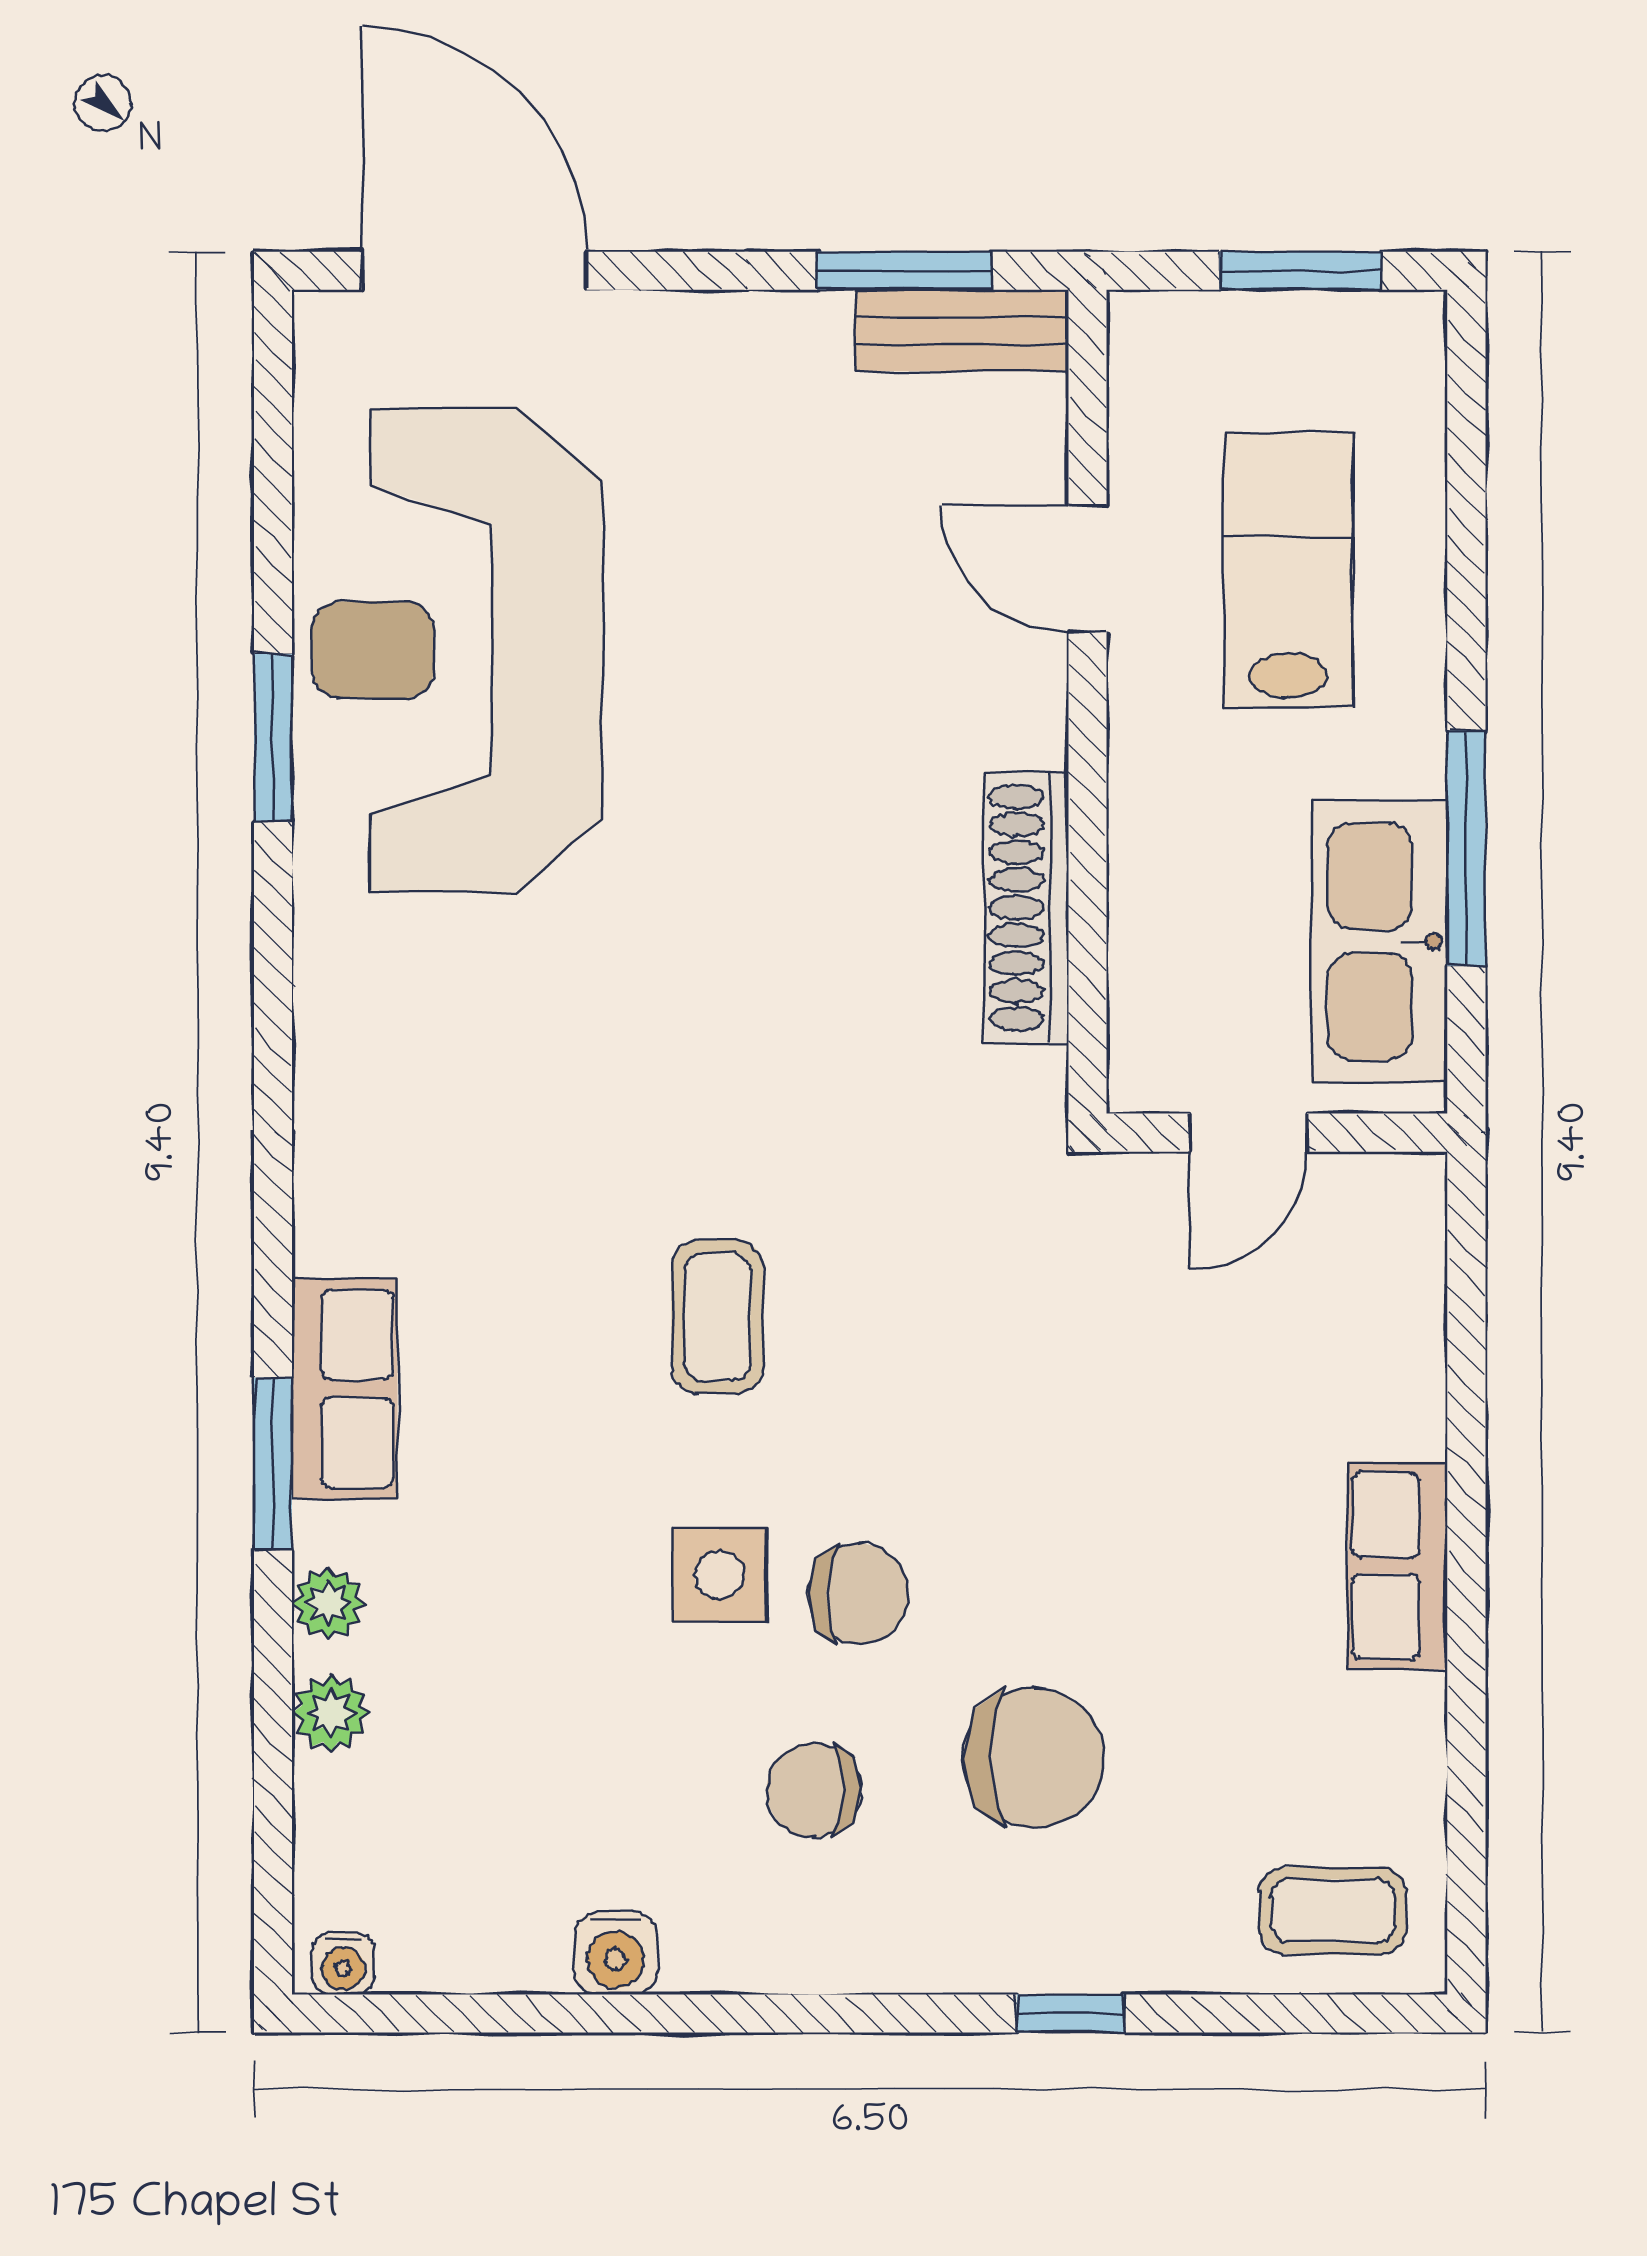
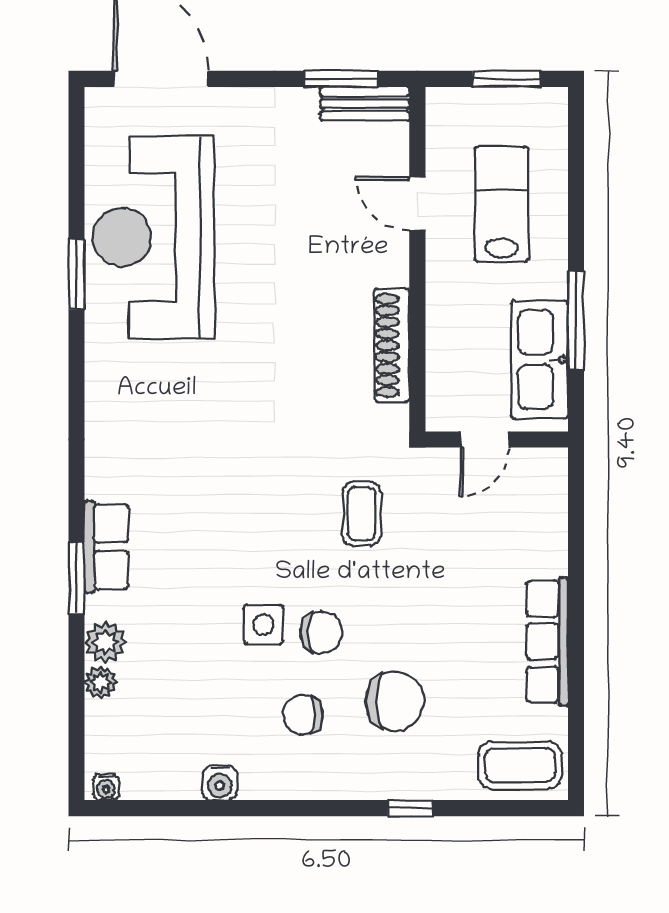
coffee table: (717, 1317) -> (362, 514), moved
row of seats: (1398, 1566) -> (547, 642), width x1.48
plant: (328, 1604) -> (105, 642), width x1.38, depth x1.38
coffee table: (1333, 1911) -> (520, 765), width x1.36, depth x1.30

